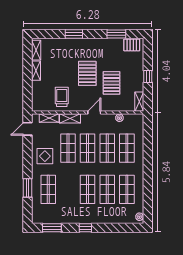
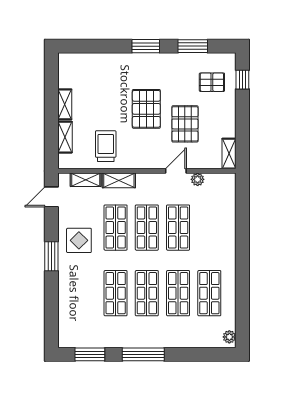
window: (74, 34) -> (146, 46), moved
pallet: (132, 45) -> (212, 82), moved
shelving: (36, 50) -> (65, 137), moved
window: (148, 77) -> (242, 80), moved
door: (94, 112) -> (176, 171), moved
shop shelf: (127, 148) -> (209, 228), removed
window: (28, 188) -> (51, 256), moved
shop shelf: (48, 189) -> (116, 293), moved
window: (85, 228) -> (143, 354), width x2.17

